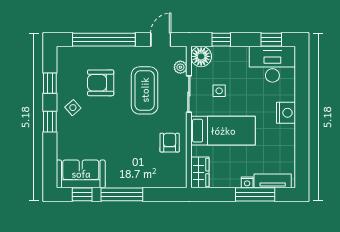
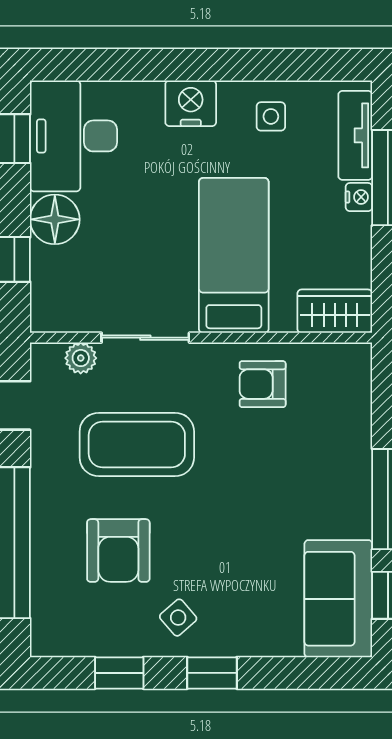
floor lamp: (201, 56) -> (55, 219), moved
side table: (219, 91) -> (271, 116), moved

